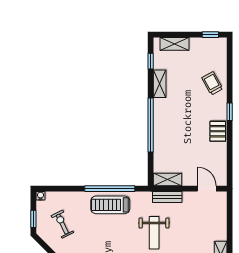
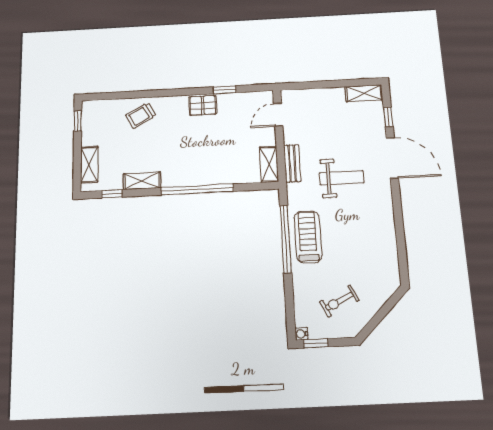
window: (230, 112) -> (225, 90), moved
treadmill: (110, 205) -> (308, 237), turned 180
window: (33, 219) -> (316, 343), moved

